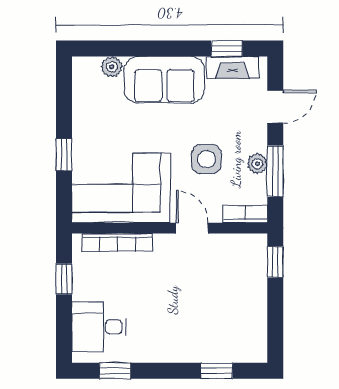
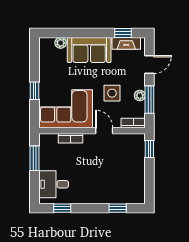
bookcase: (117, 242) -> (70, 138), width x0.64
window: (64, 279) -> (35, 158), width x1.50

